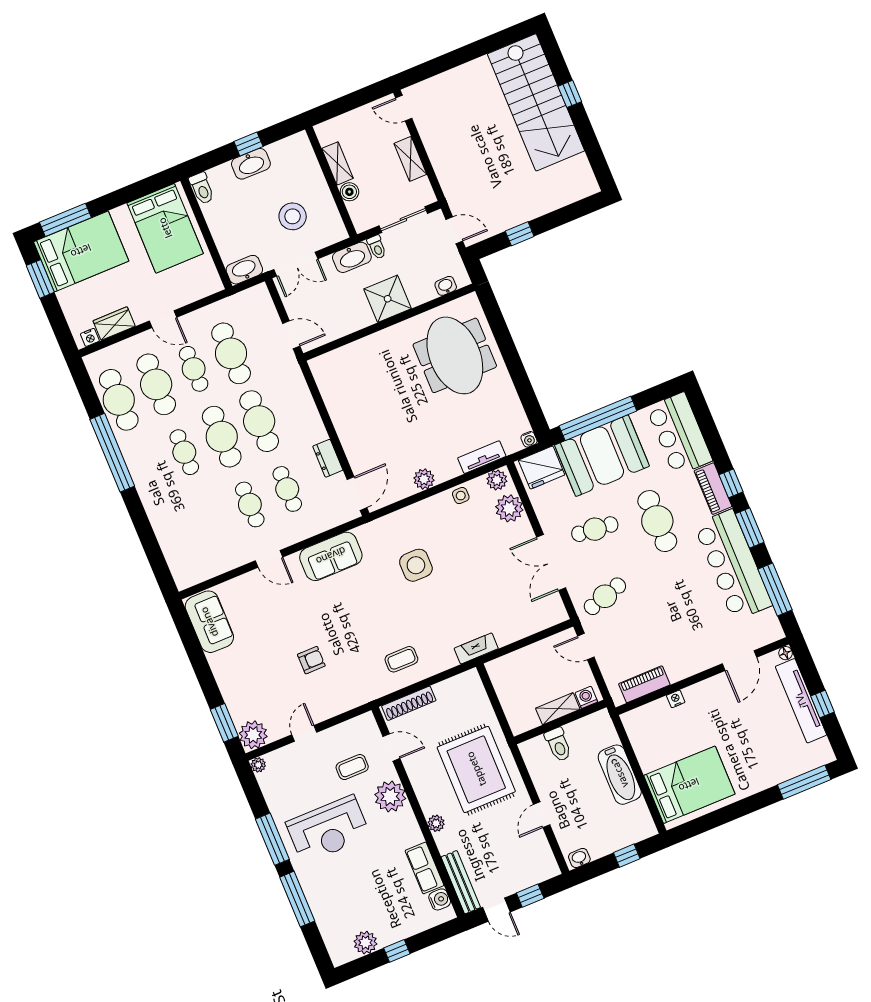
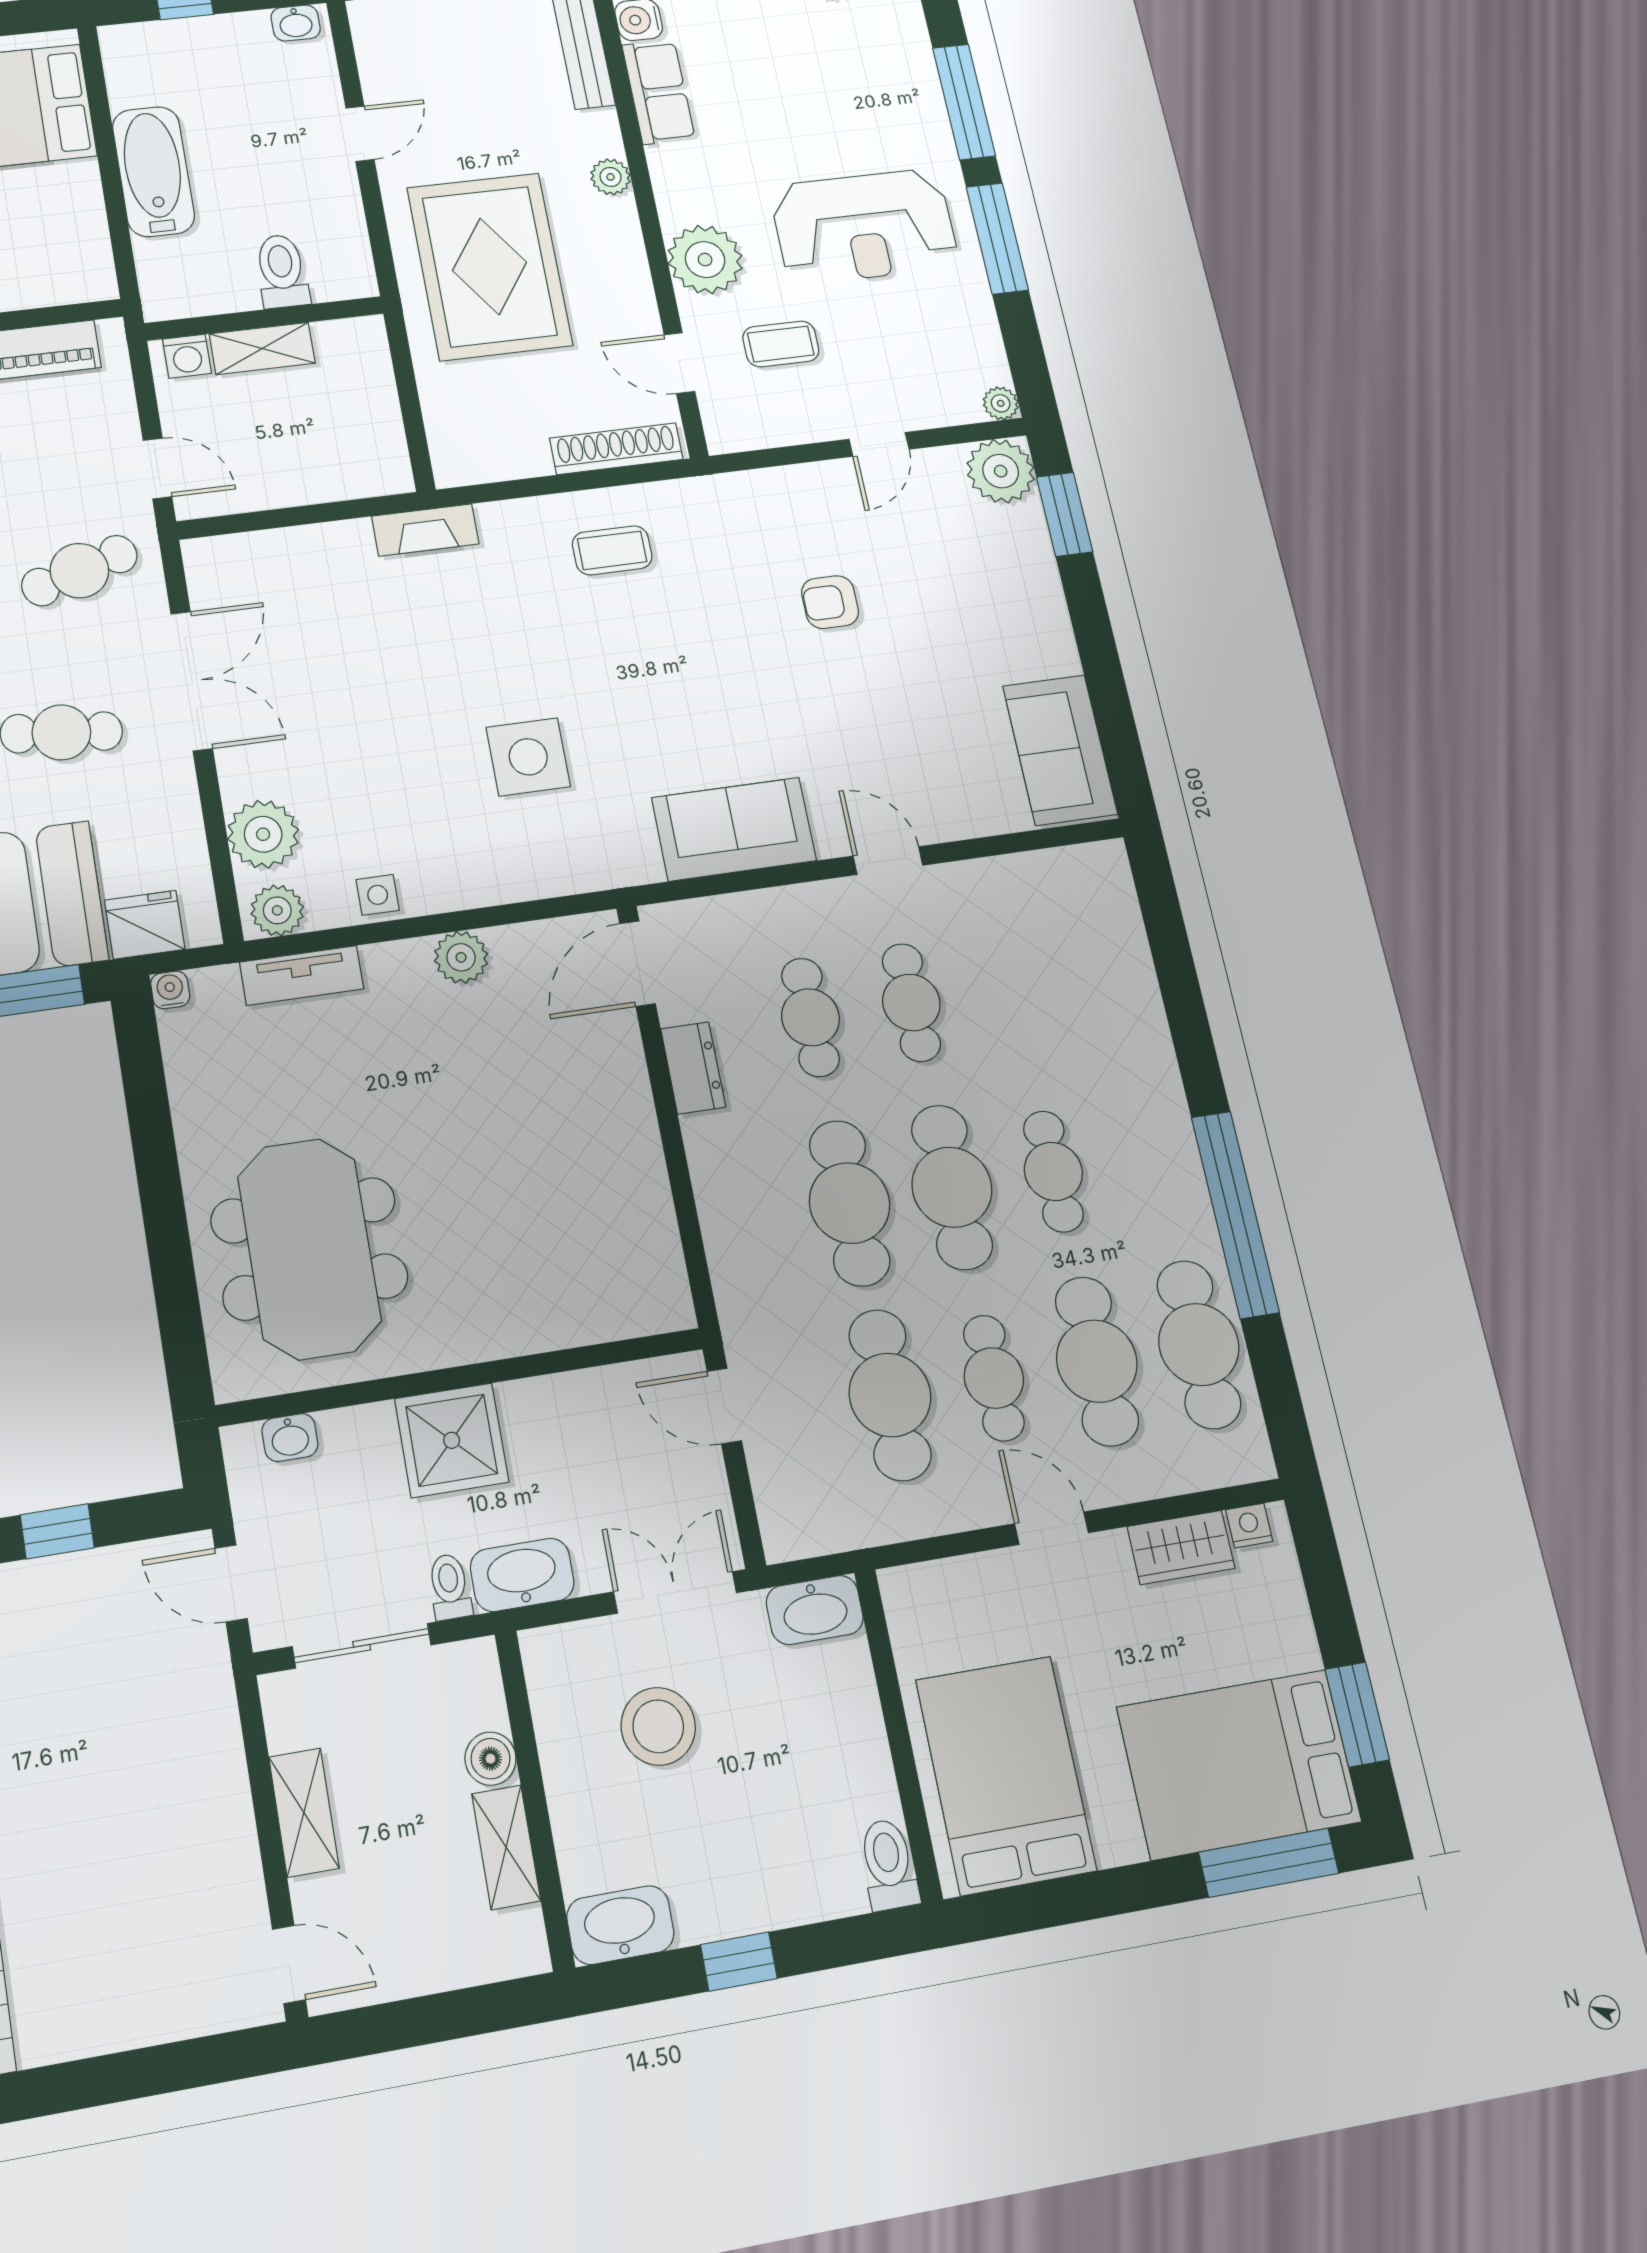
washbasin: (251, 164) -> (620, 1925), moved
fridge: (542, 468) -> (145, 925), width x0.73, depth x0.75
reception desk: (328, 829) -> (864, 227), turned 180

